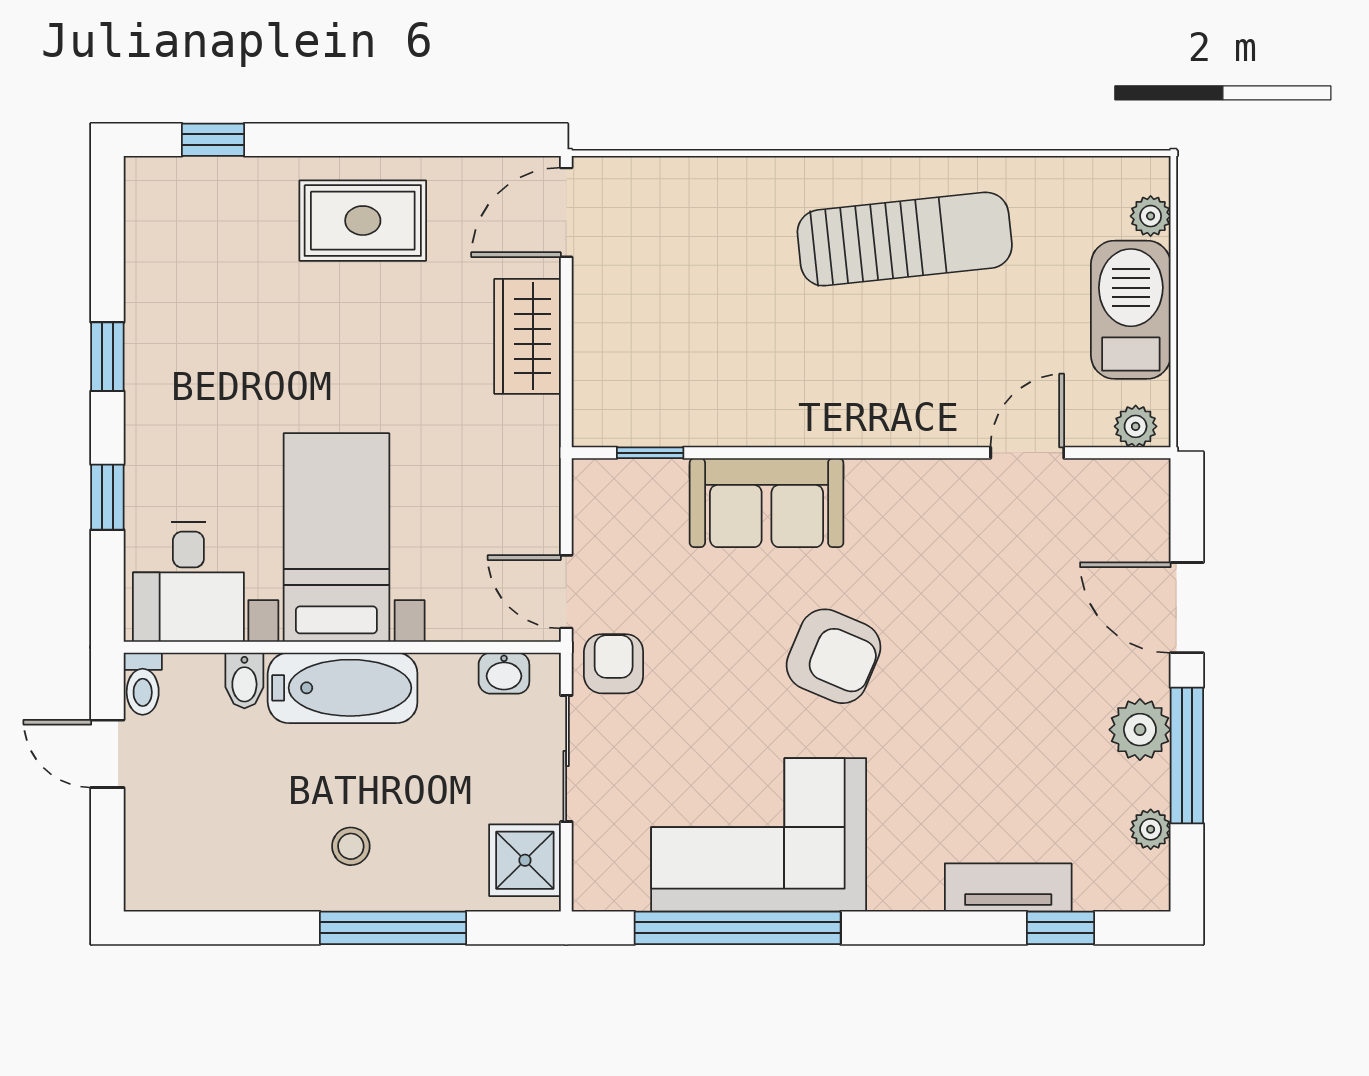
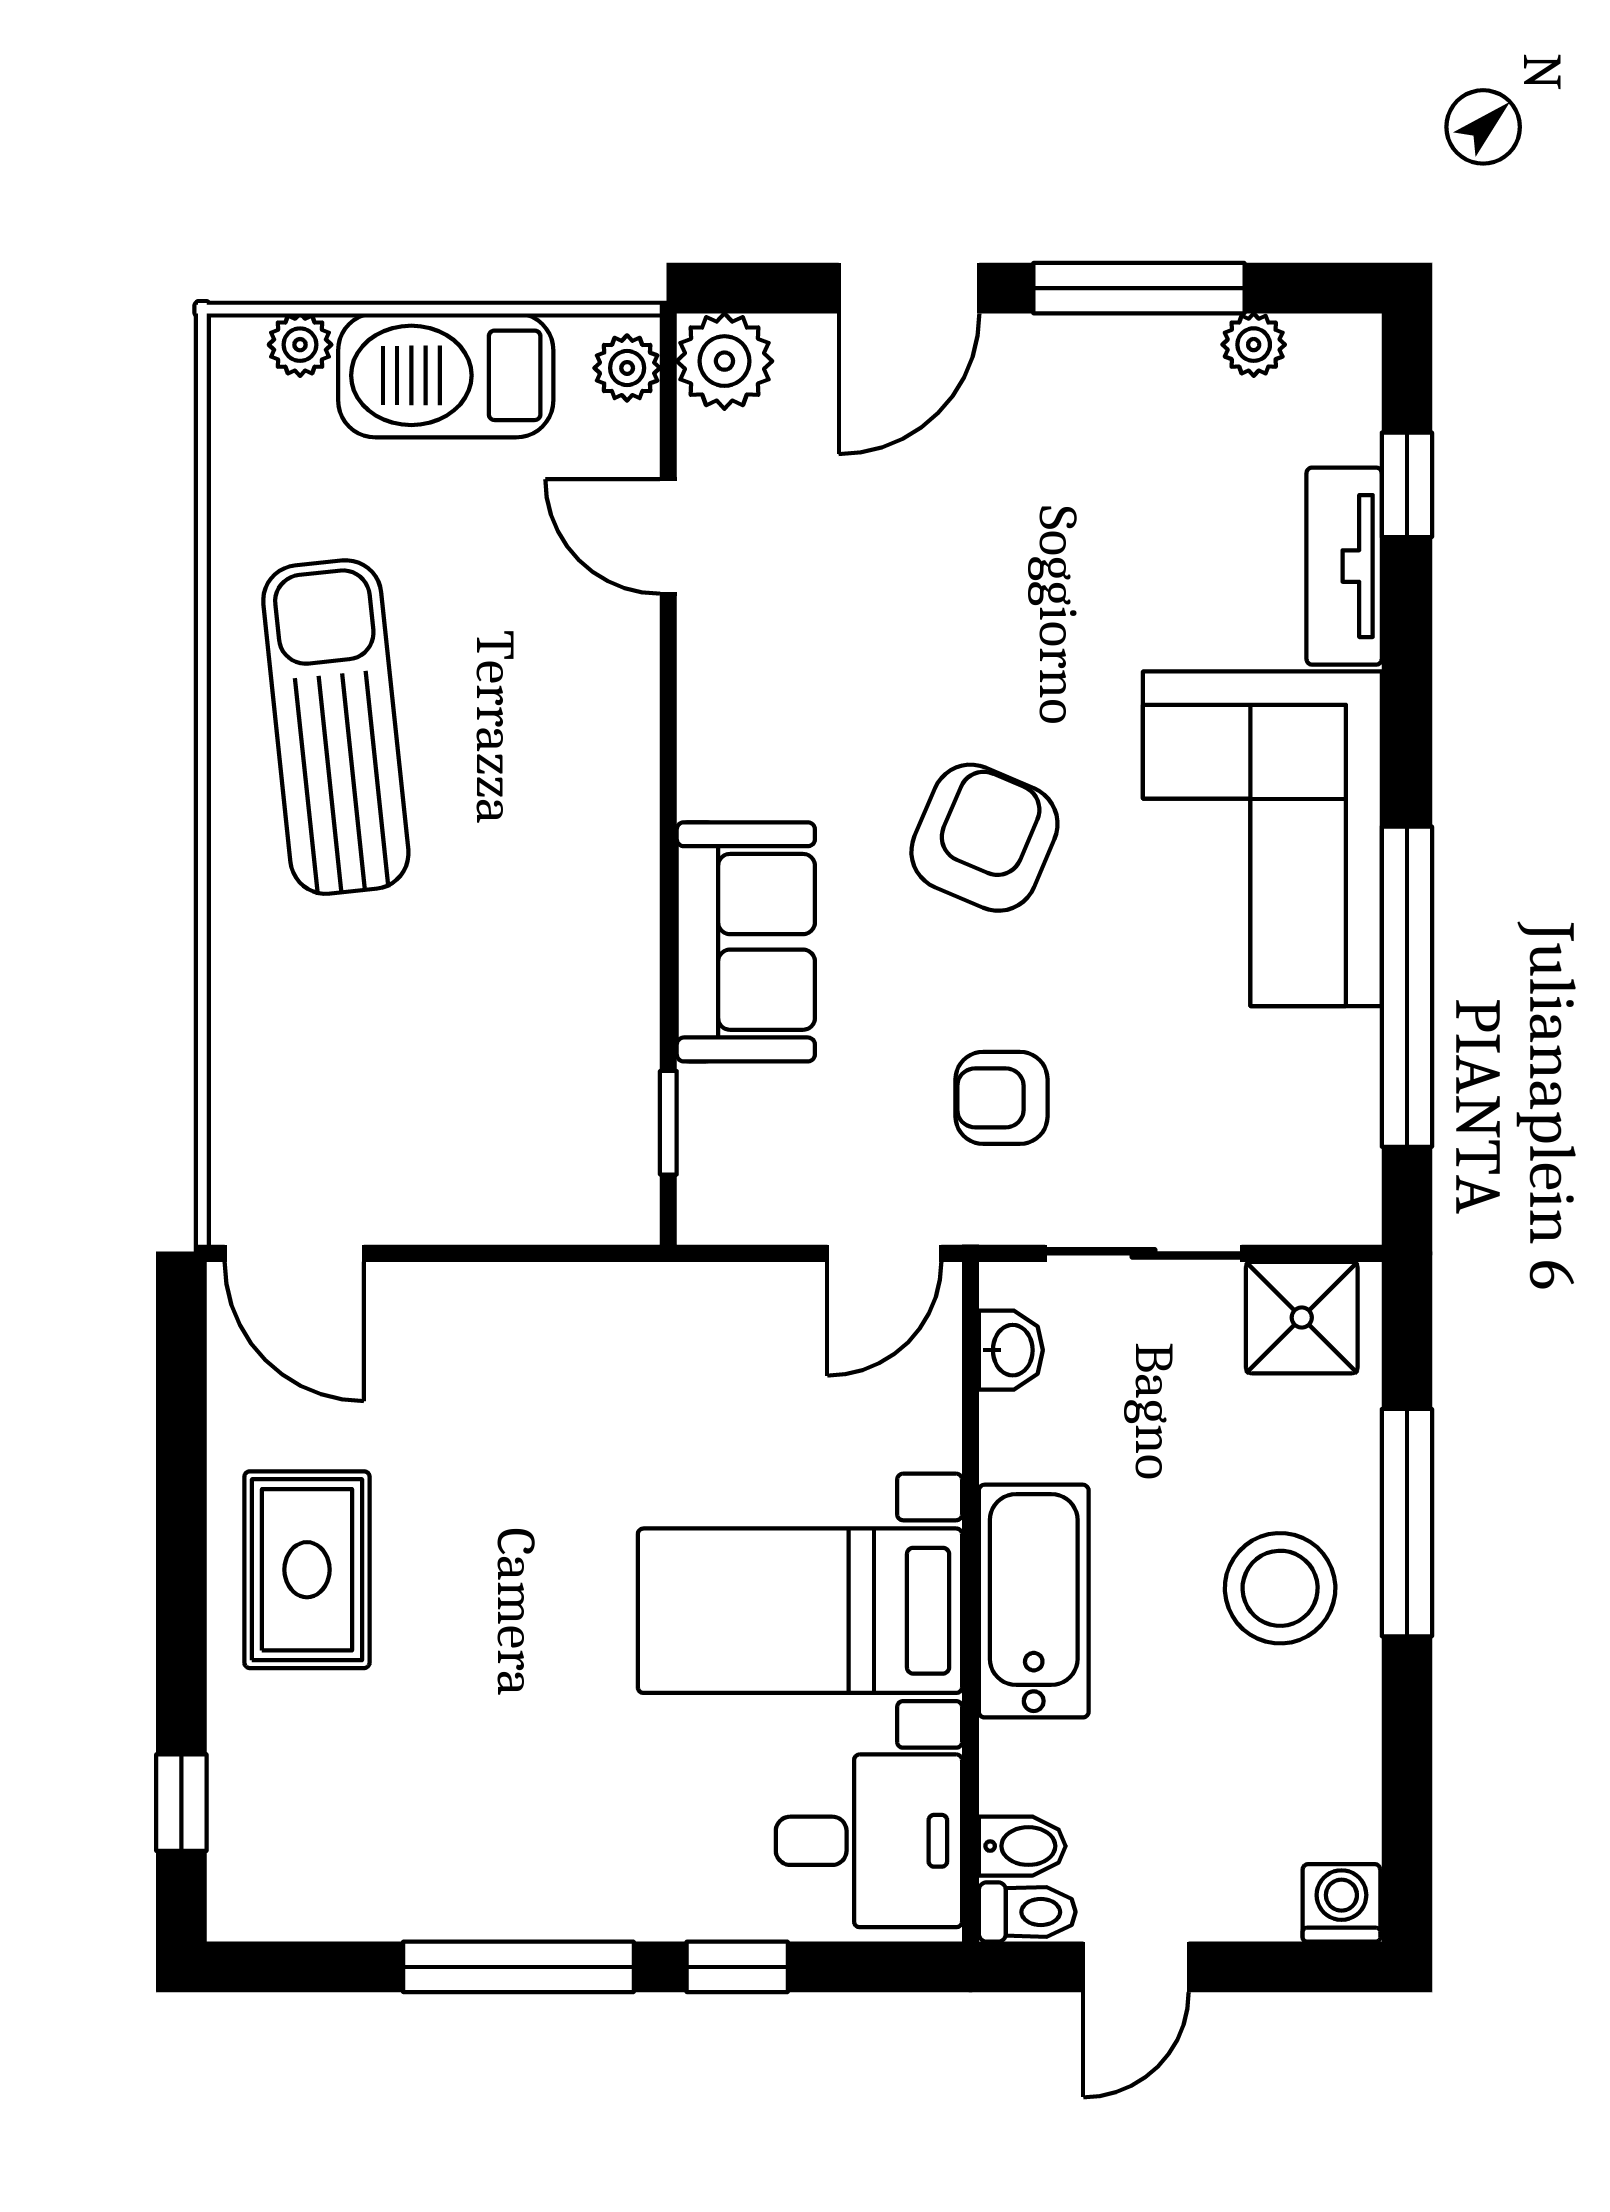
wardrobe: (527, 336) -> (487, 1314), removed
window: (107, 357) -> (518, 1967), width x2.17
armchair: (614, 664) -> (1002, 1098), moved
bidet: (244, 680) -> (1022, 1846), moved
plant: (1140, 730) -> (724, 361), moved
corner sofa: (759, 835) -> (1262, 839), moved
stool: (351, 846) -> (1280, 1588), width x1.89, depth x1.89
washing machine: (149, 886) -> (1341, 1903), added

